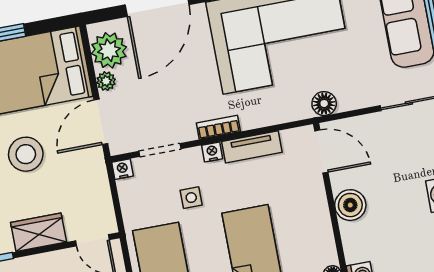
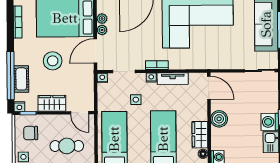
plant: (109, 50) -> (102, 19), width x0.53, depth x0.53
floor lamp: (324, 104) -> (215, 63), removed
wardrobe: (320, 240) -> (200, 135), added

